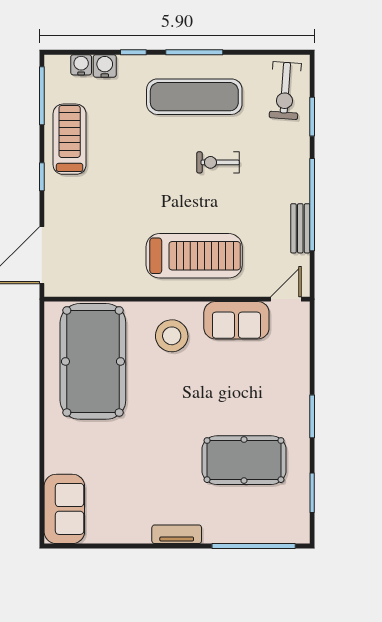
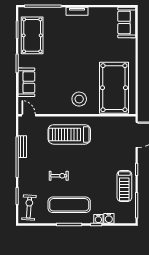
water cooler: (81, 65) -> (98, 219), moved
door: (286, 299) -> (29, 115), swing flipped
sofa: (236, 320) -> (26, 82), moved, turned 90
pool table: (244, 460) -> (32, 35), moved, turned 90

